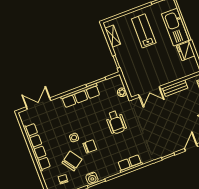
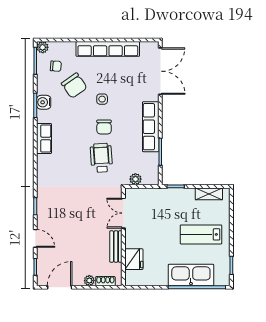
lab bench: (144, 31) -> (201, 234), turned 180
fridge: (186, 51) -> (134, 259), moved, turned 90
double door: (39, 104) -> (160, 71), width x1.37
wheelchair: (116, 122) -> (101, 158), turned 86
chair: (90, 146) -> (104, 127), moved
row of seats: (130, 164) -> (44, 138), moved

